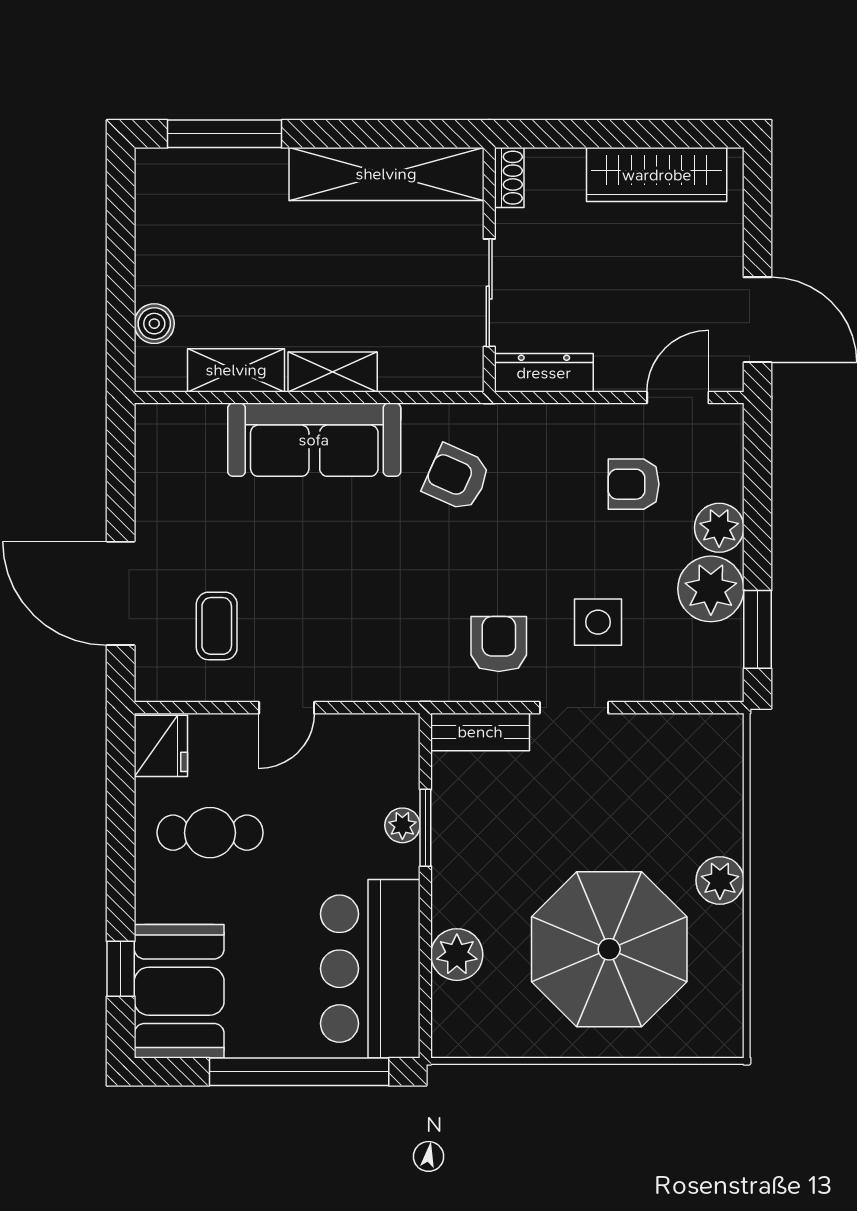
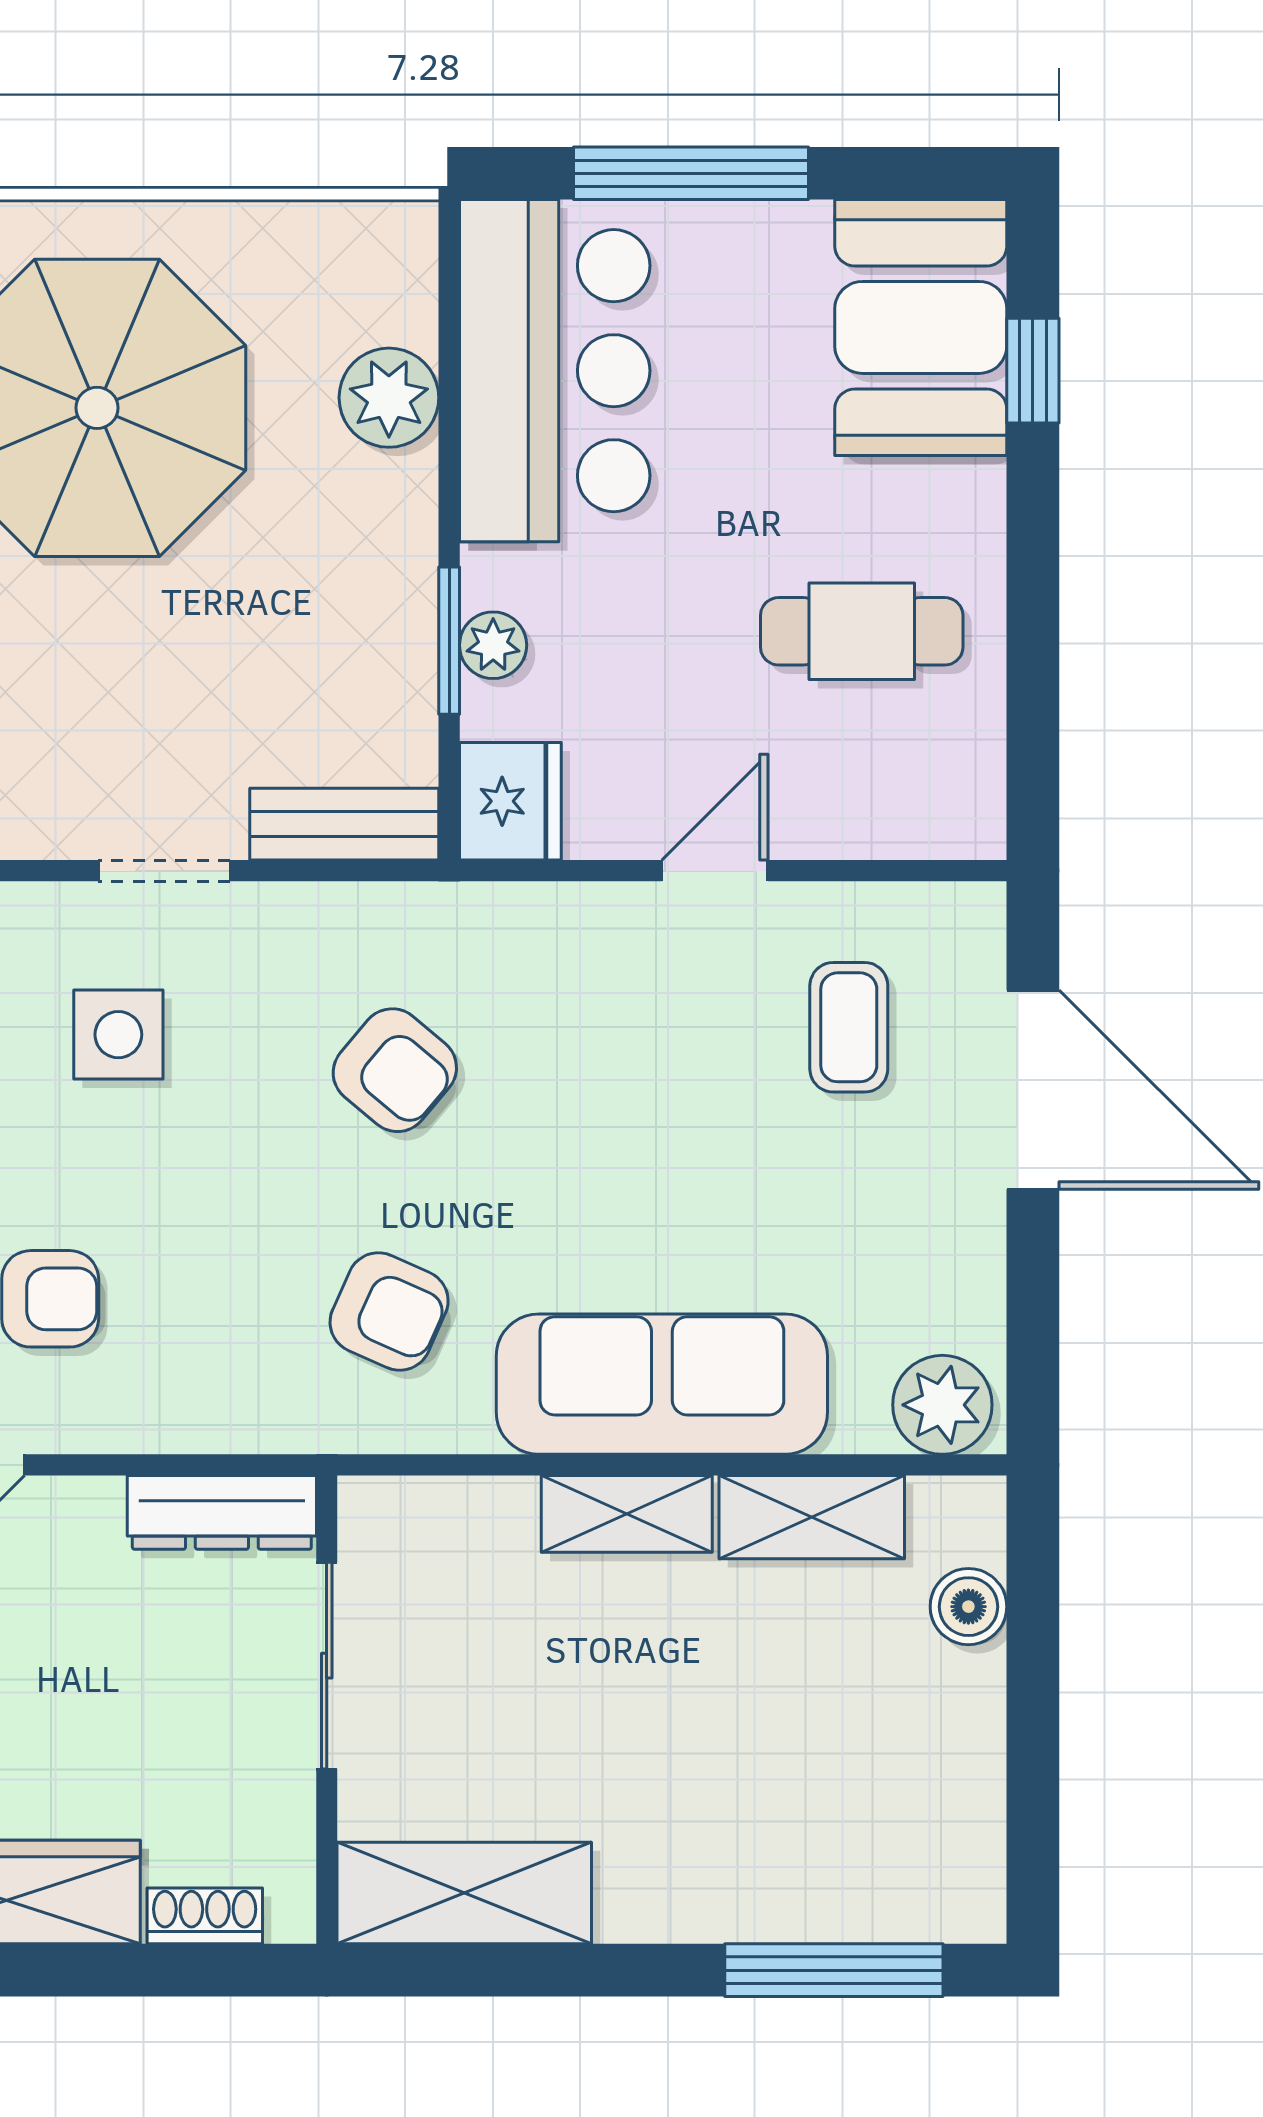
shelving: (386, 174) -> (464, 1893), width x0.68
shoe rack: (509, 178) -> (205, 1916), moved, turned 90
plant: (168, 429) -> (942, 1405), added
armchair: (499, 644) -> (395, 1070), moved, turned -50
fridge: (161, 746) -> (510, 801), moved, turned 180
window: (299, 1072) -> (691, 173), width x0.68

